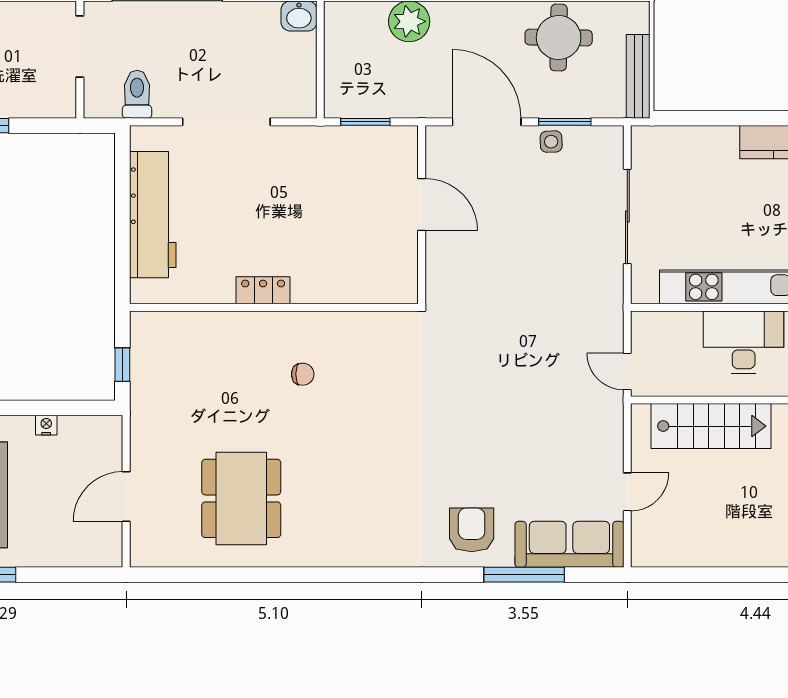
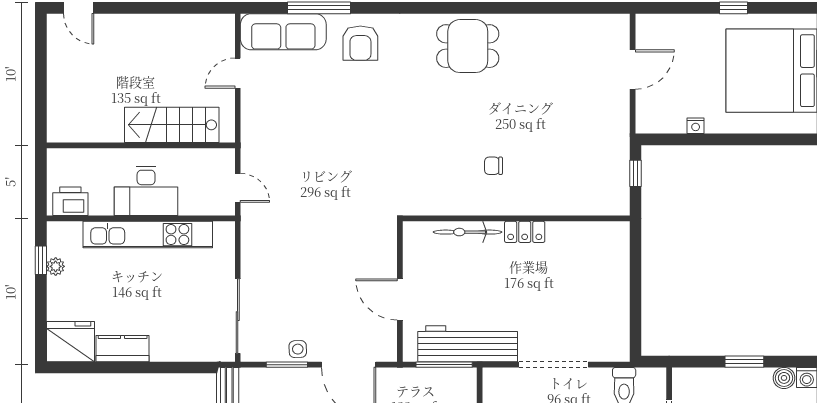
window: (365, 122) -> (444, 365), width x1.44
workbench: (153, 215) -> (468, 344), moved, turned 90
sliding door: (627, 217) -> (238, 316), moved
bicycle: (336, 290) -> (468, 232), added
door: (627, 372) -> (238, 188), moved
dining table: (241, 498) -> (468, 46), moved, width x0.73

